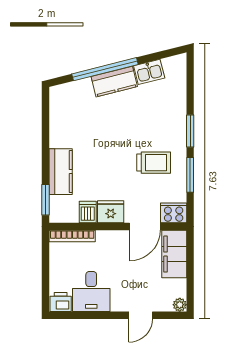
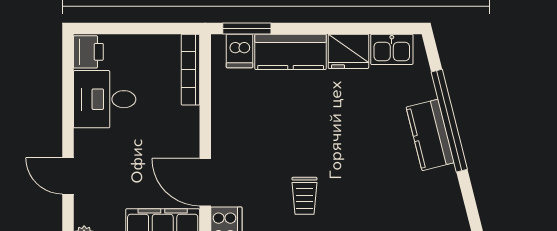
kitchen sink: (149, 72) -> (392, 49), moved, turned -76
trolley: (154, 163) -> (304, 196), width x0.73, depth x0.72
dishwasher: (88, 212) -> (240, 51), moved, turned 90
fridge: (111, 212) -> (348, 51), moved, turned 90

